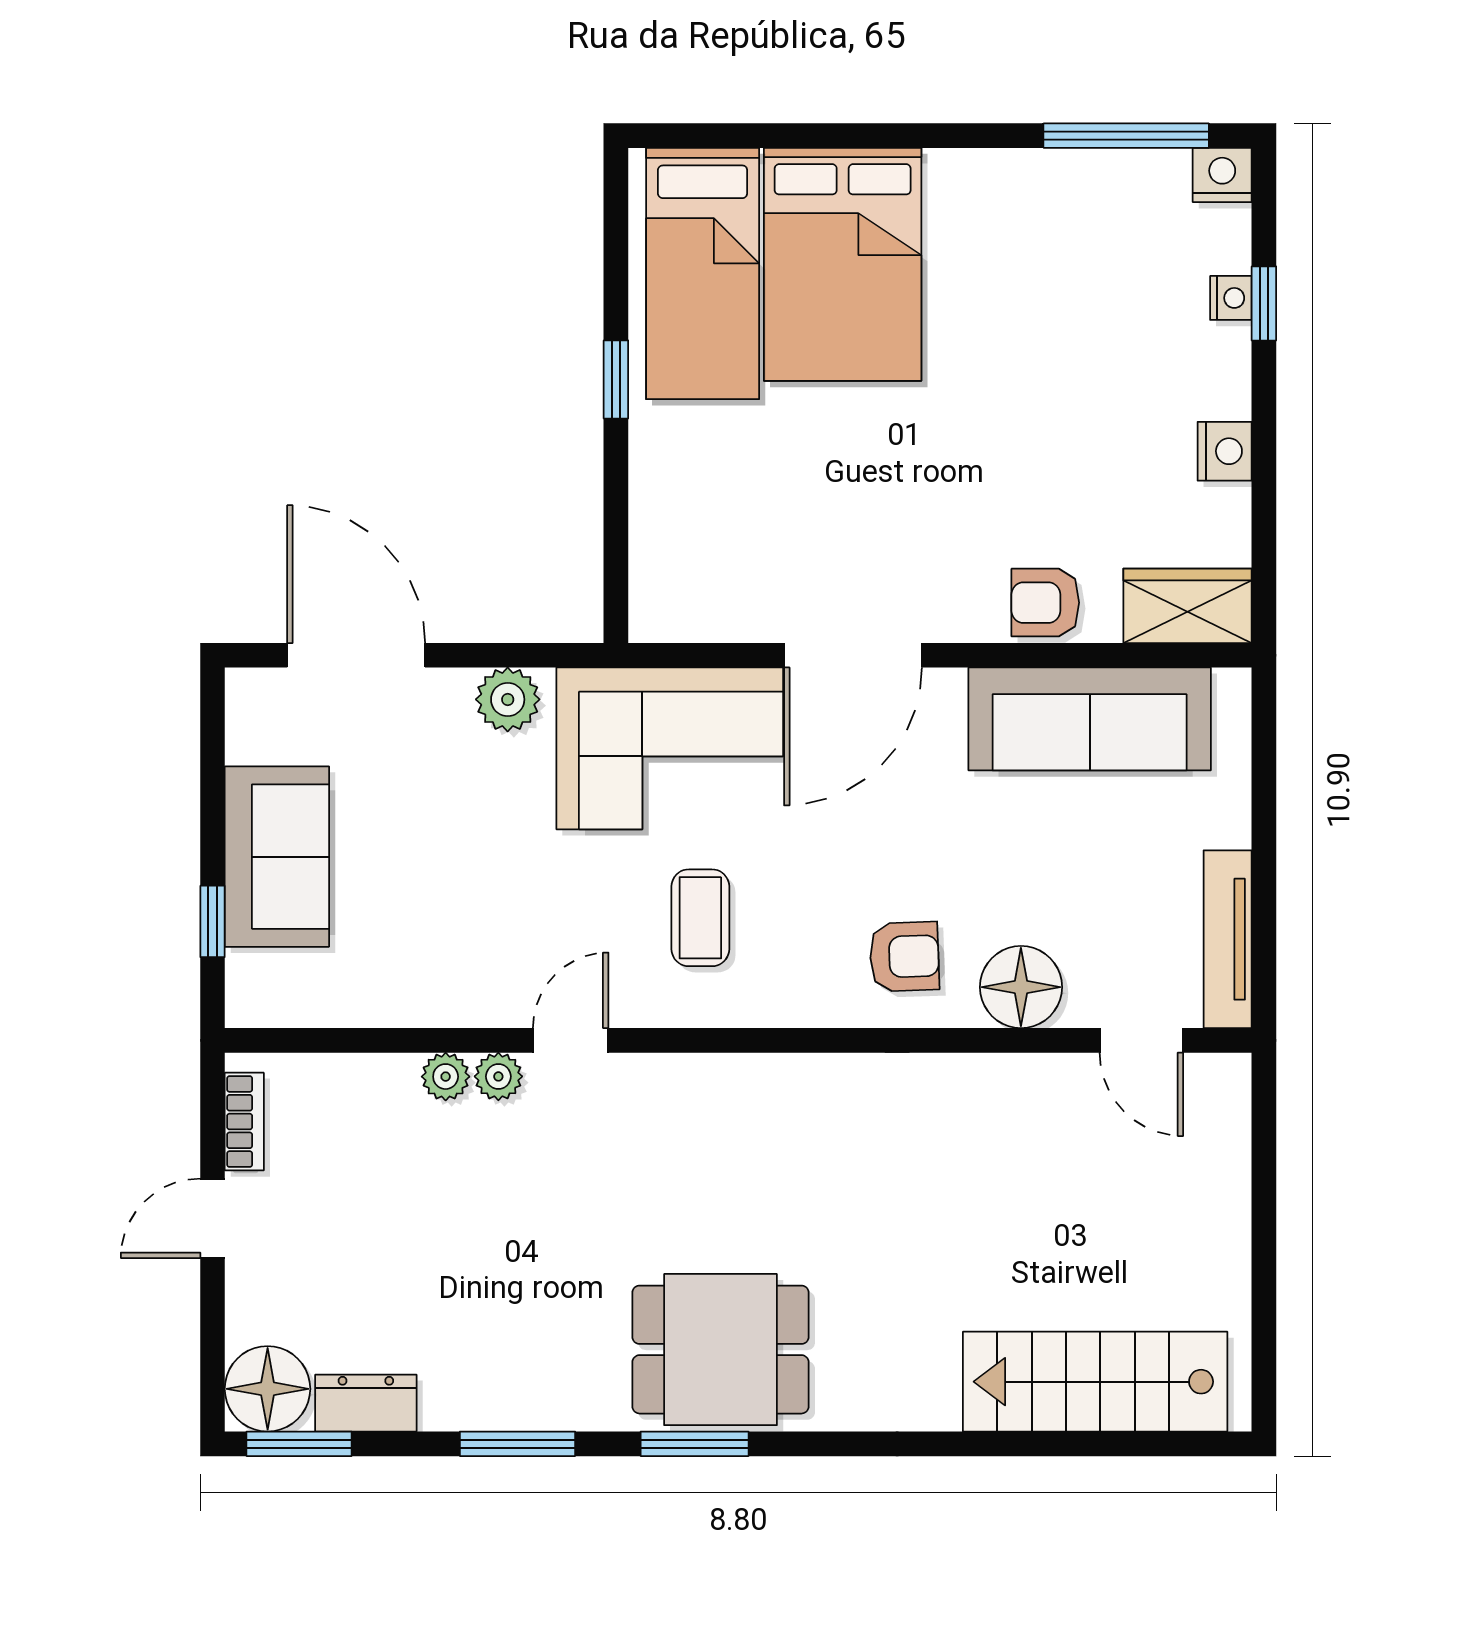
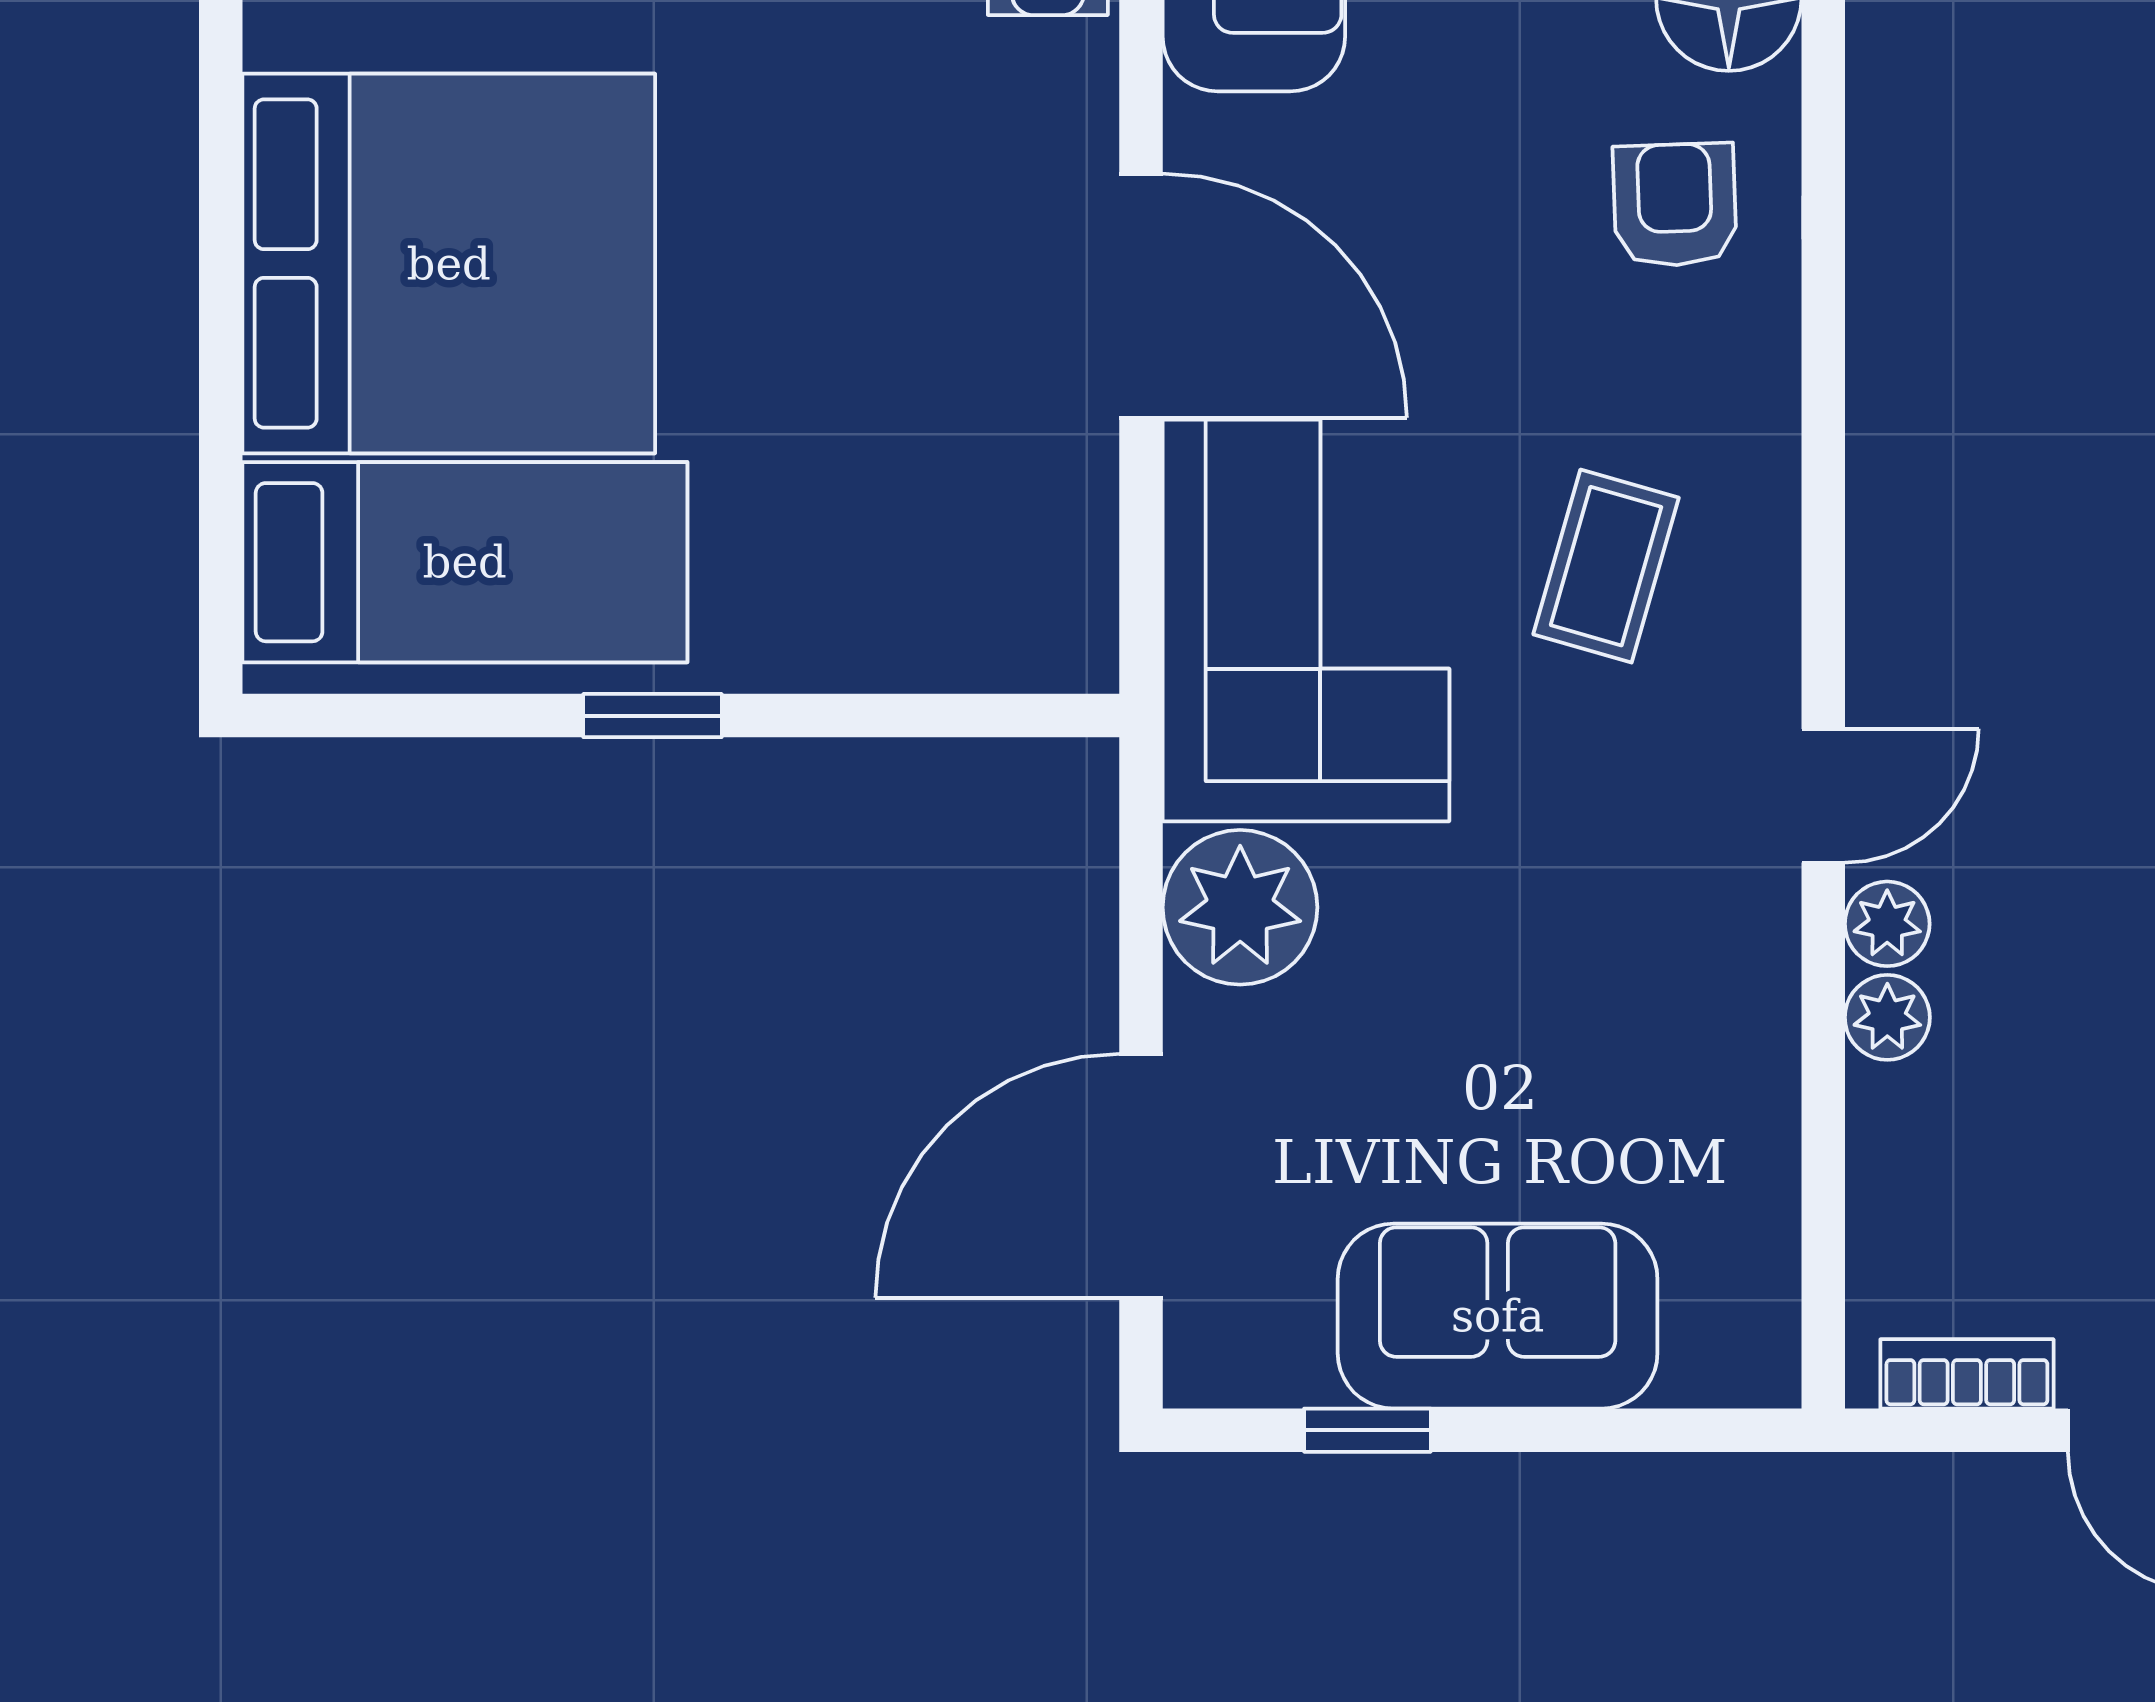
bed: (843, 264) -> (449, 264), width x1.36
plant: (508, 699) -> (1240, 907), width x1.36, depth x1.36
coffee table: (700, 918) -> (1606, 566), turned -74
window: (213, 921) -> (1367, 1430), moved
door: (571, 1040) -> (1823, 796), swing flipped

